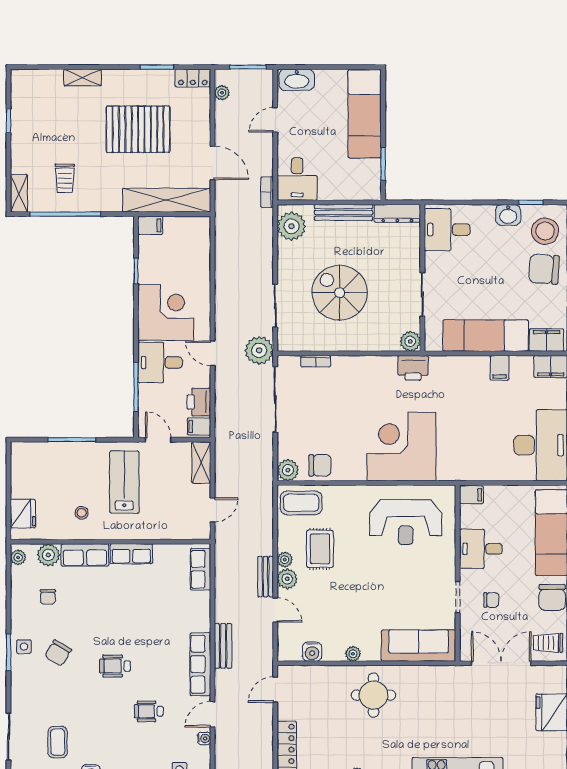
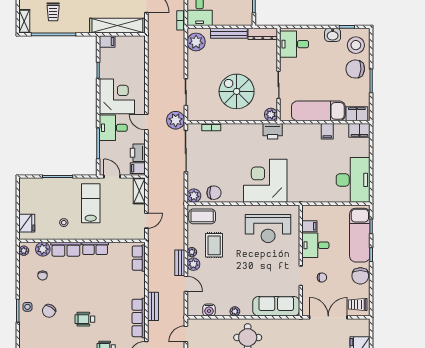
spiral stairs: (340, 293) -> (237, 91), moved
filing cabinet: (471, 495) -> (309, 226), moved

